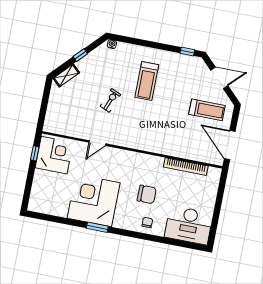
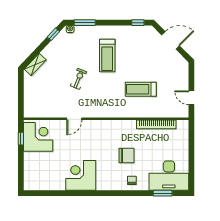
window: (129, 40) -> (85, 23), added
window: (80, 55) -> (53, 34), moved
treadmill: (207, 110) -> (141, 89), moved, turned 180
door: (230, 145) -> (191, 98), width x0.53
corner desk: (94, 200) -> (81, 175), width x0.74, depth x0.74
window: (97, 227) -> (163, 193), moved

